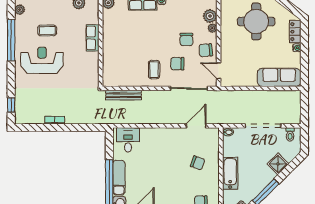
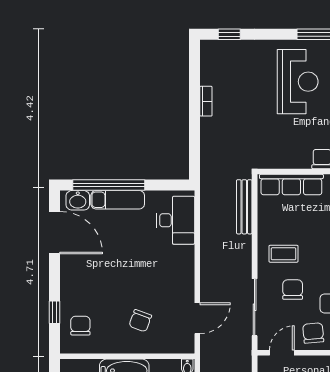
row of seats: (109, 64) -> (291, 185), added
door: (196, 126) -> (197, 318), hinge flipped
desk: (128, 140) -> (176, 220), width x1.37

